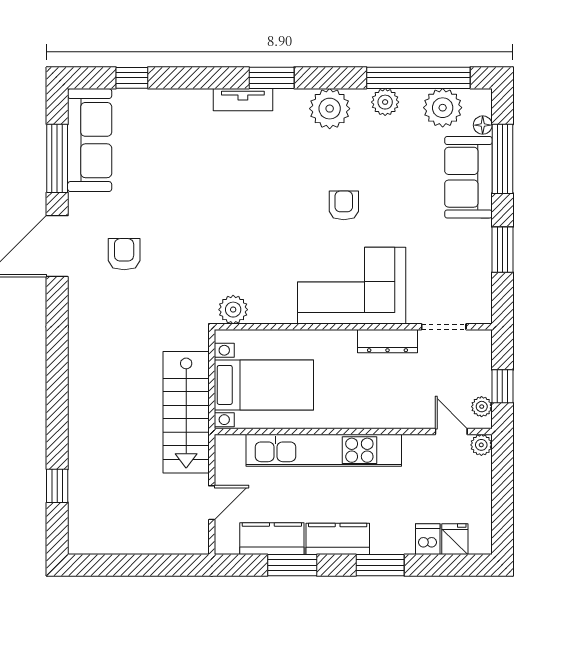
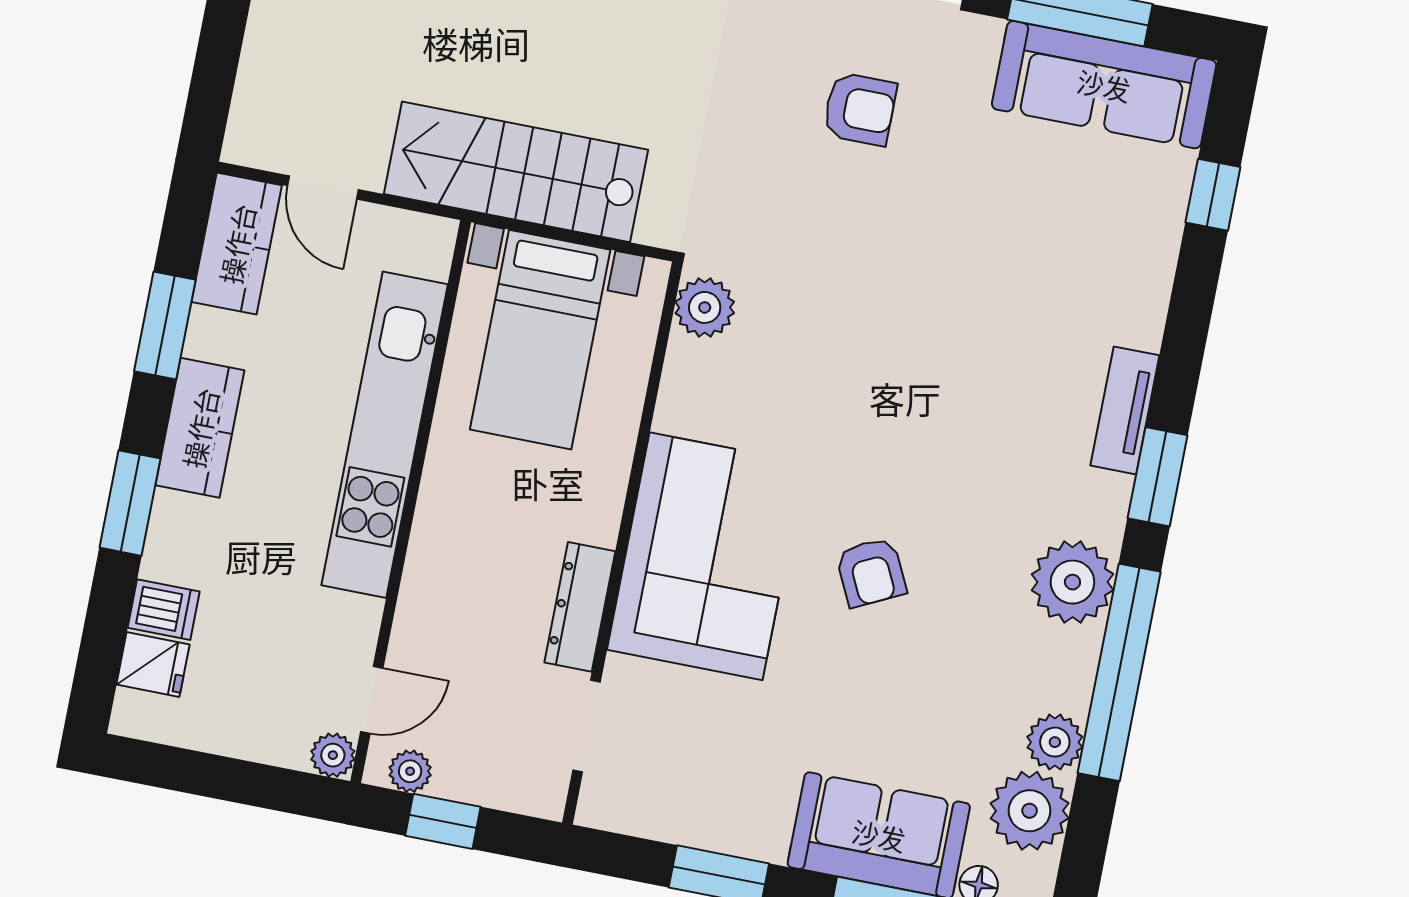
window: (418, 78) -> (1119, 672), moved
plant: (385, 102) -> (1055, 742), moved
armchair: (344, 205) -> (871, 572), turned 64
kitchen counter: (272, 539) -> (237, 244), moved

